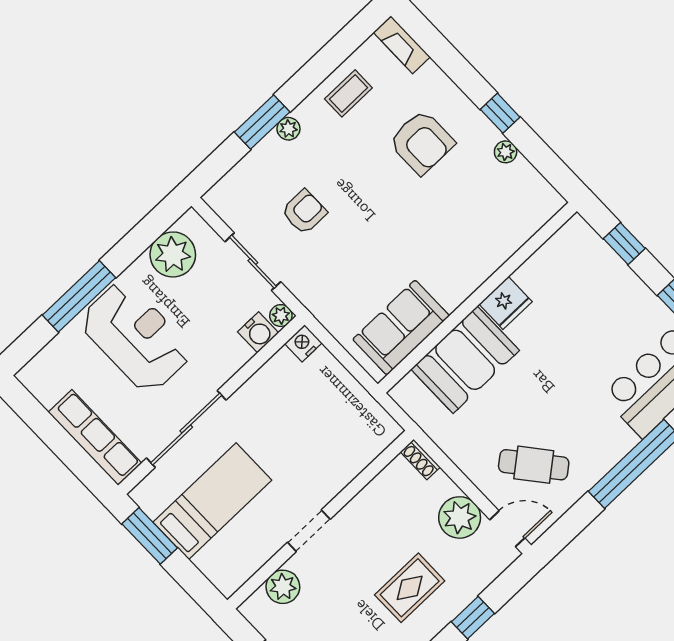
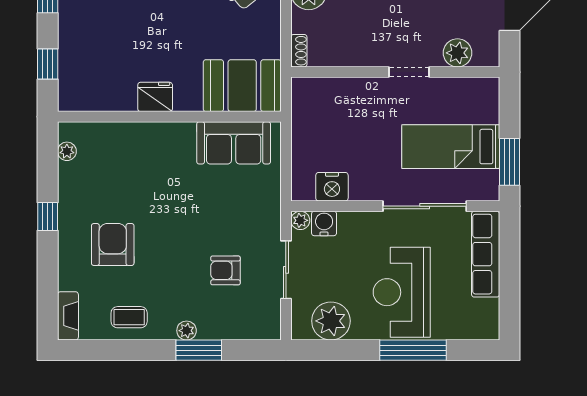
plant: (506, 152) -> (67, 151), moved
nightstand: (303, 343) -> (332, 187), moved, width x1.36, depth x1.33
booth: (465, 360) -> (242, 86), moved

